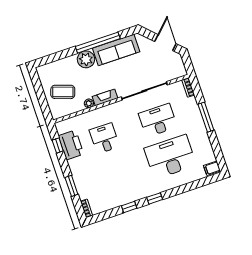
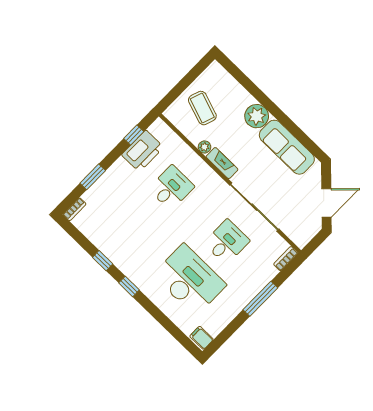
window: (98, 43) -> (284, 120), removed
desk: (158, 120) -> (227, 242), width x0.73

